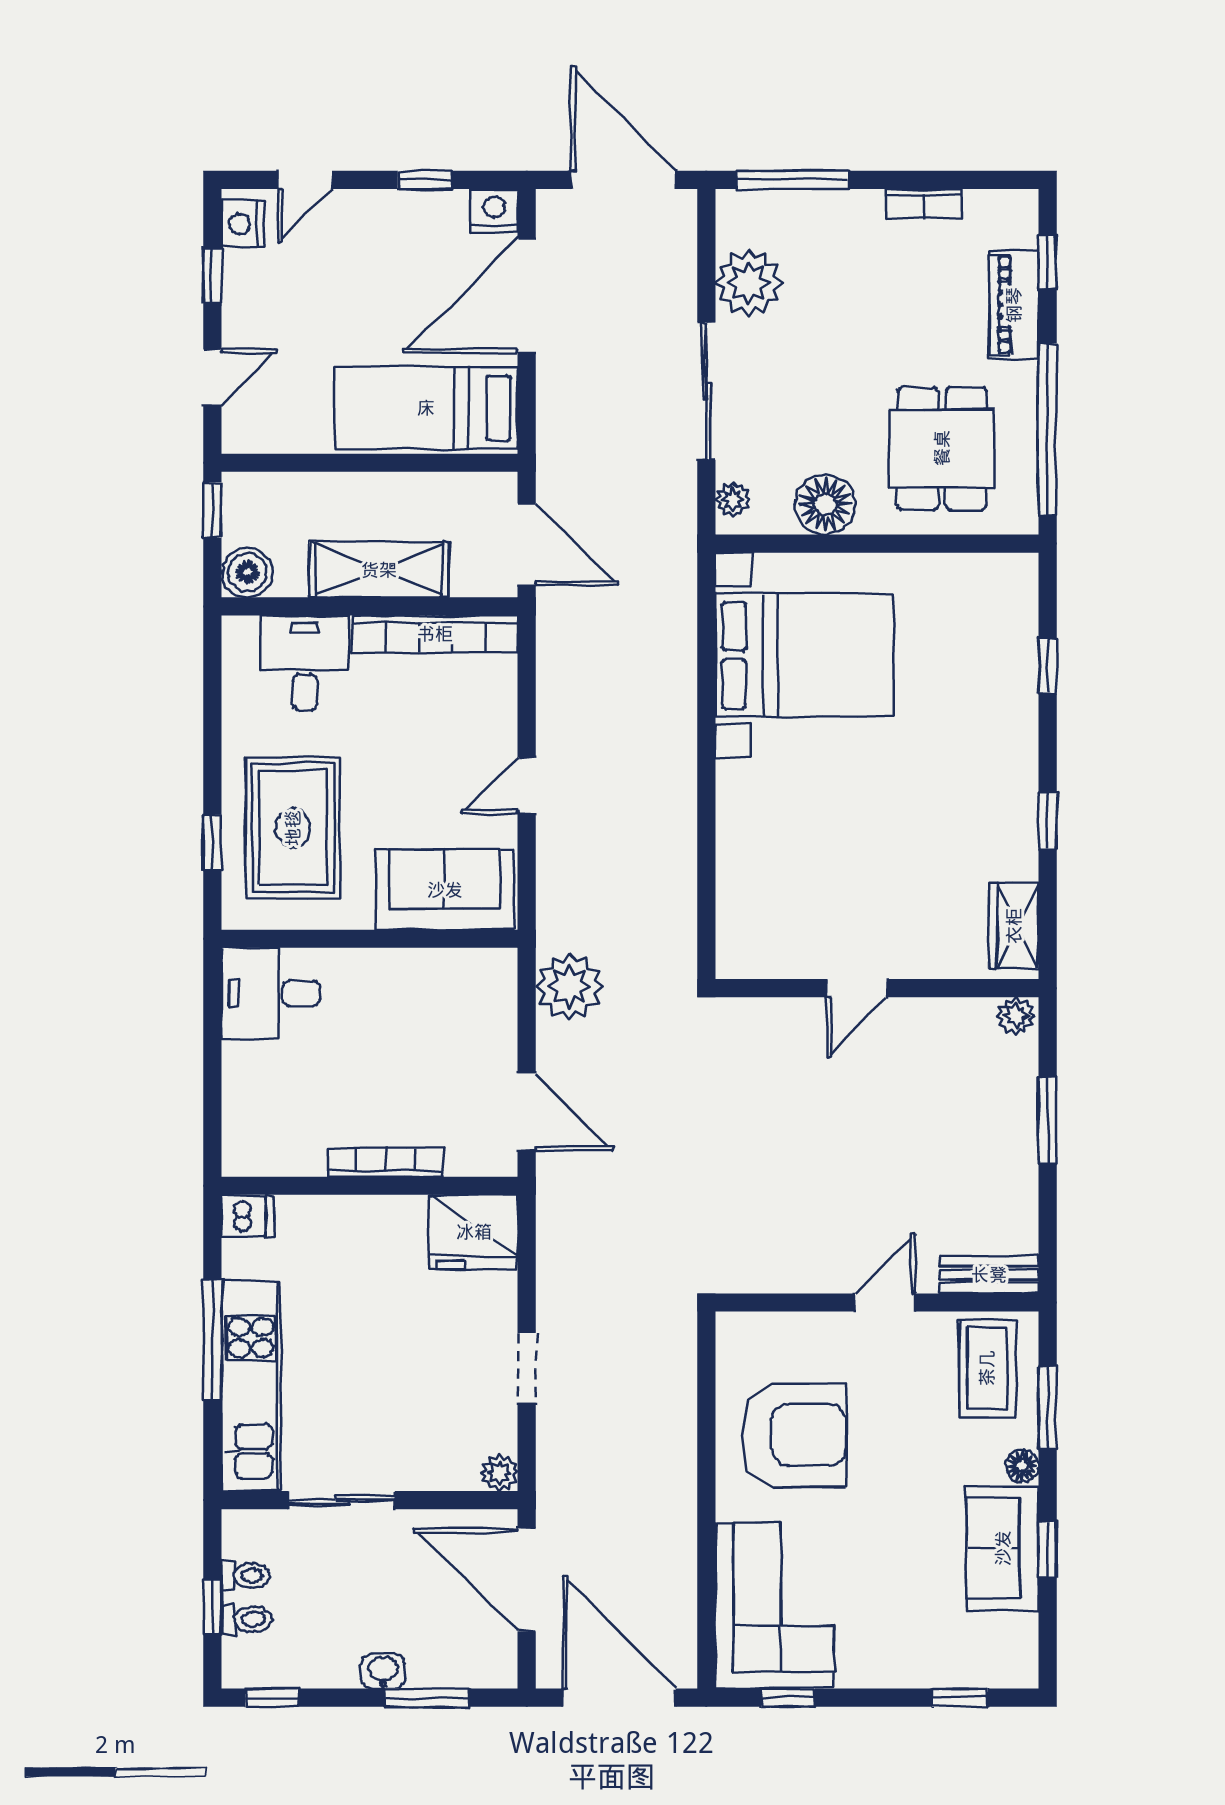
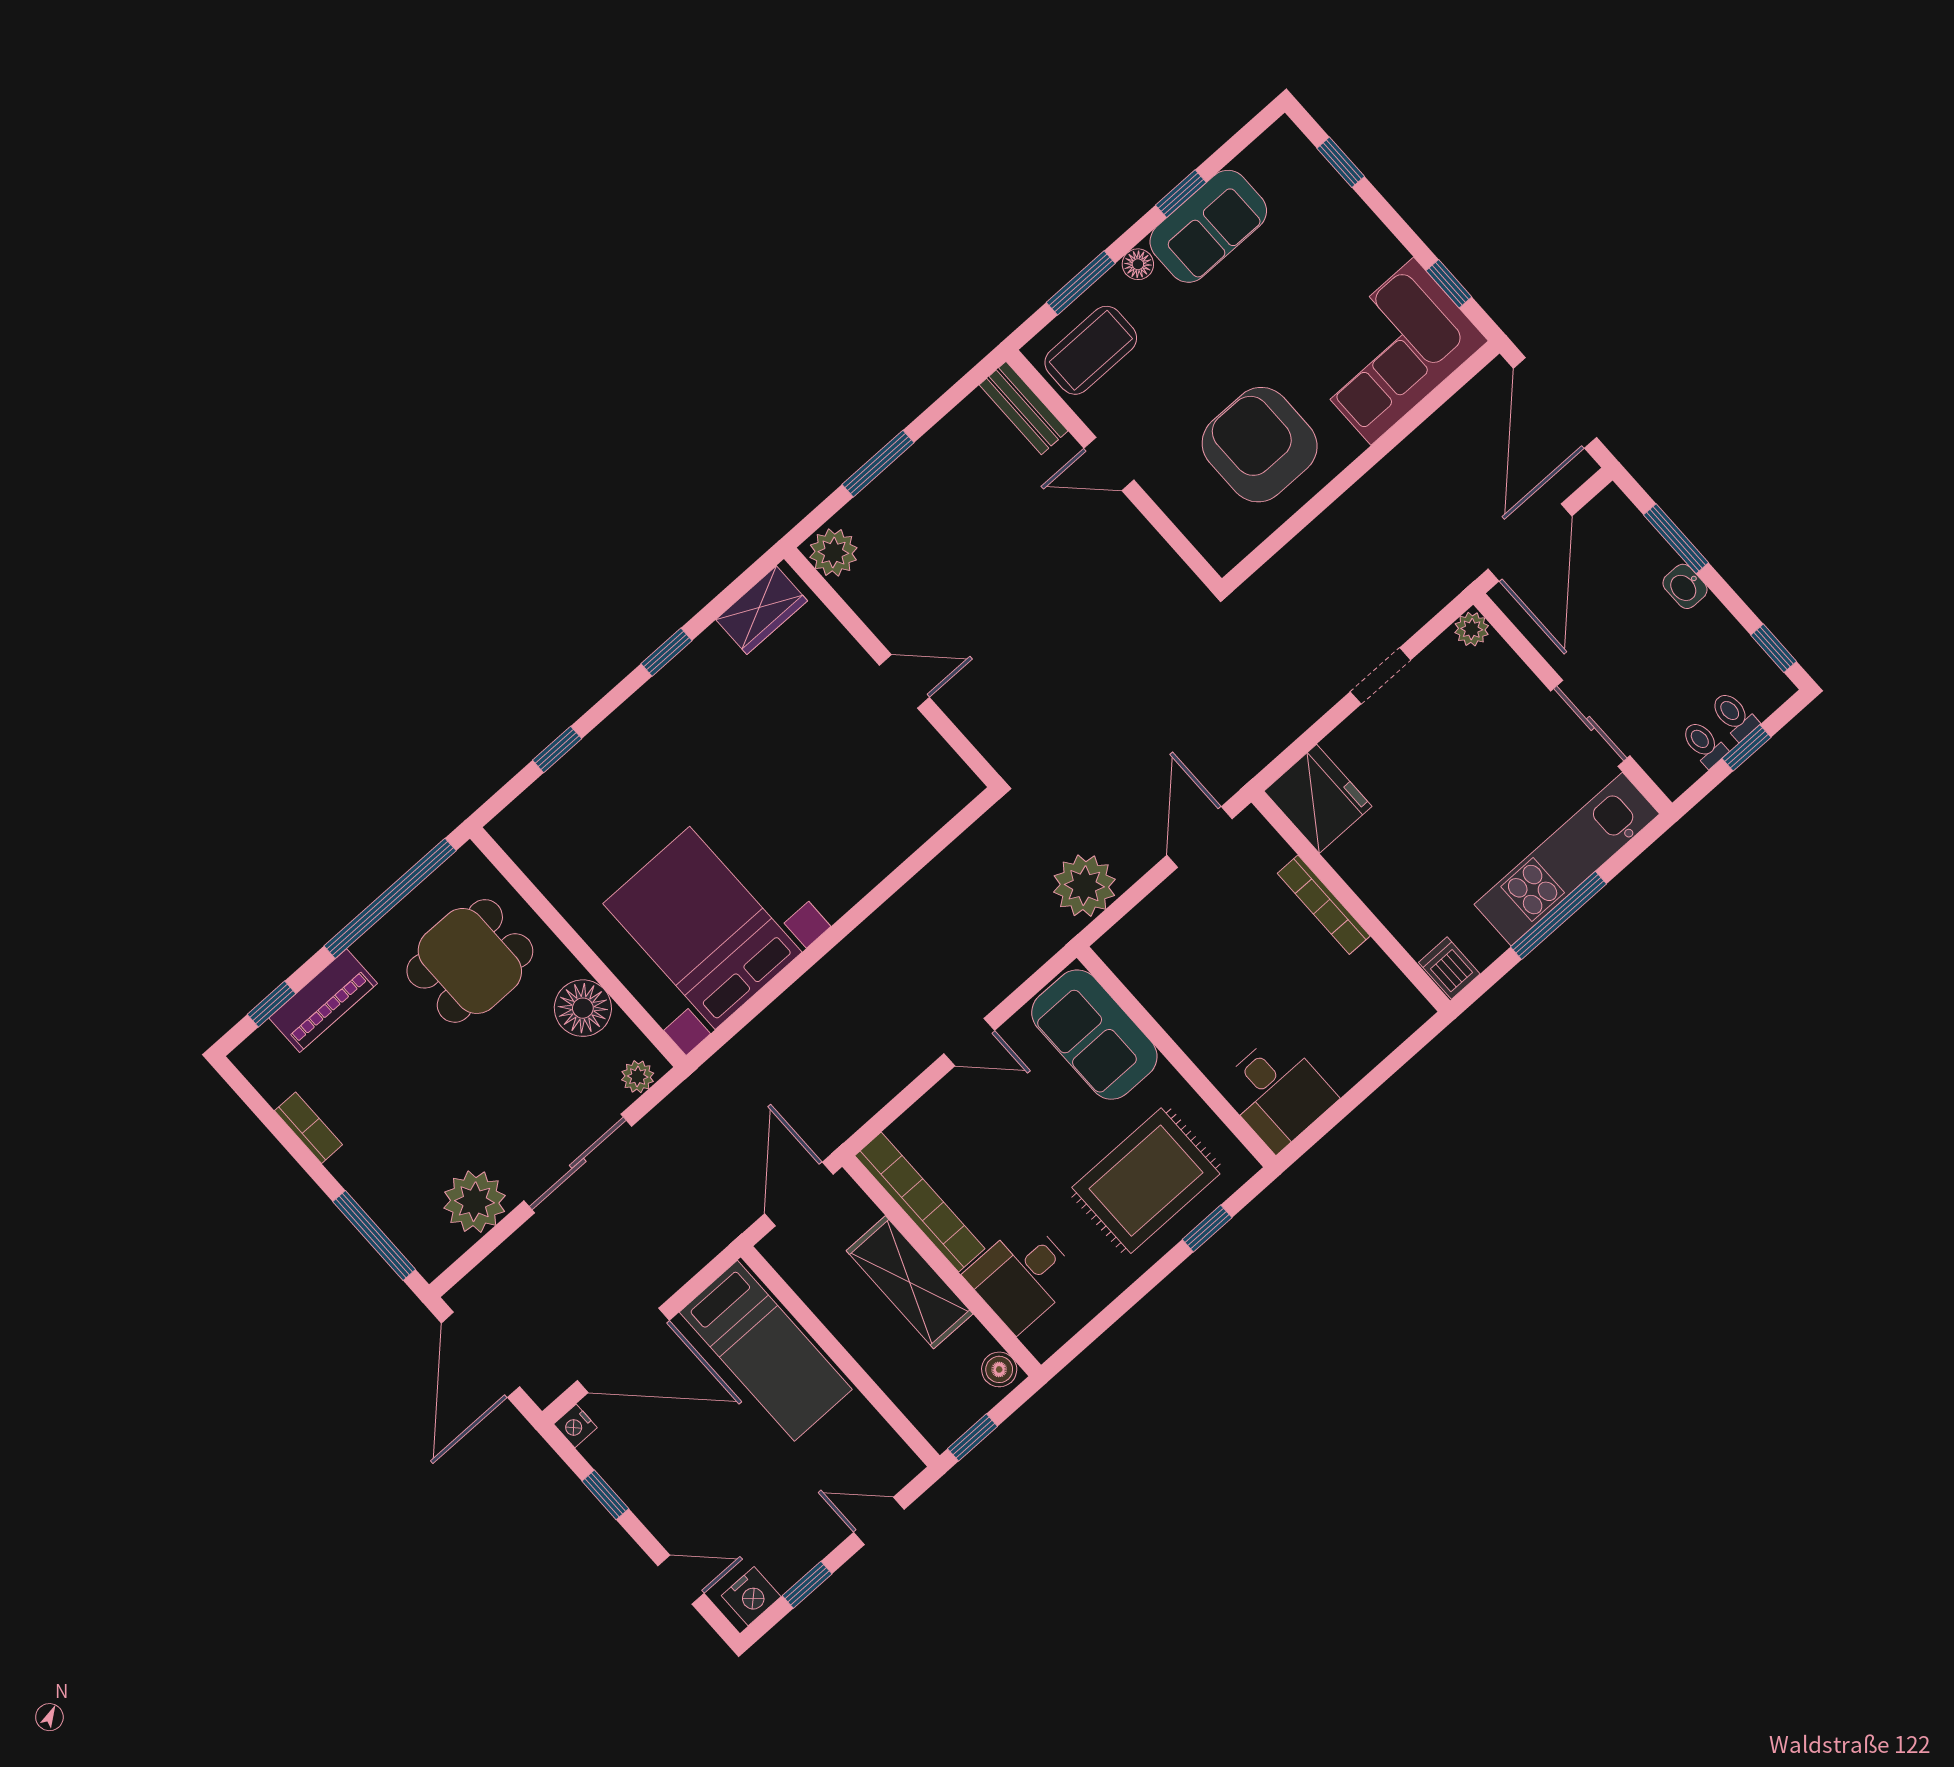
nightstand: (494, 210) -> (575, 1426), width x0.72, depth x0.74
boiler: (247, 572) -> (999, 1369), width x0.73, depth x0.73
plant: (1016, 1016) -> (833, 553), width x1.38, depth x1.38

